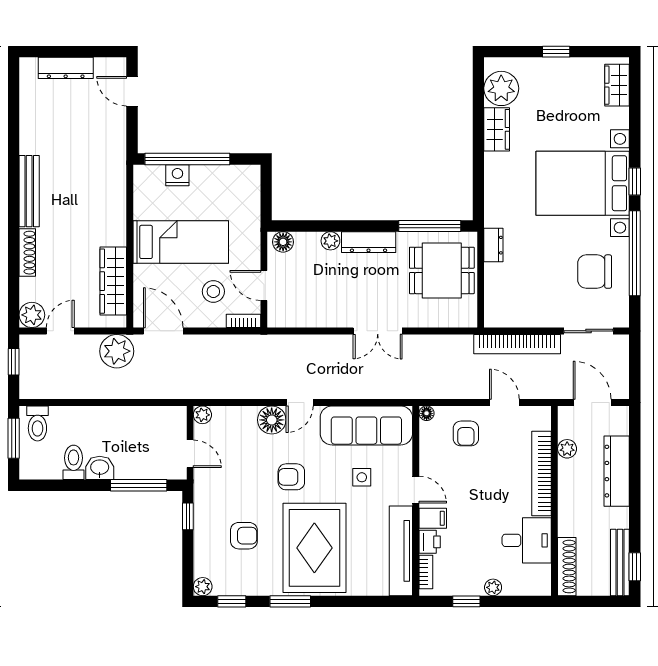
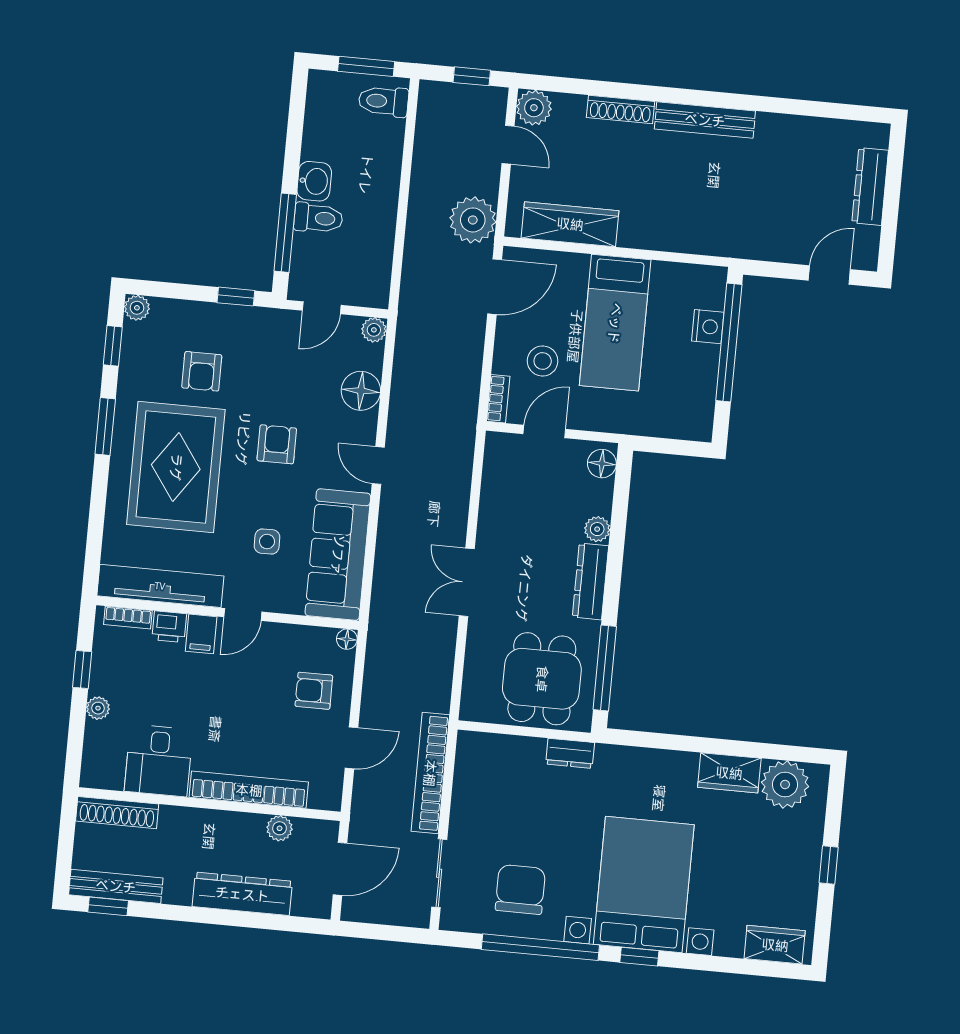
floor lamp: (272, 420) -> (361, 391), moved
toilet: (74, 462) -> (318, 218), moved
rug: (314, 548) -> (176, 467), turned 90

